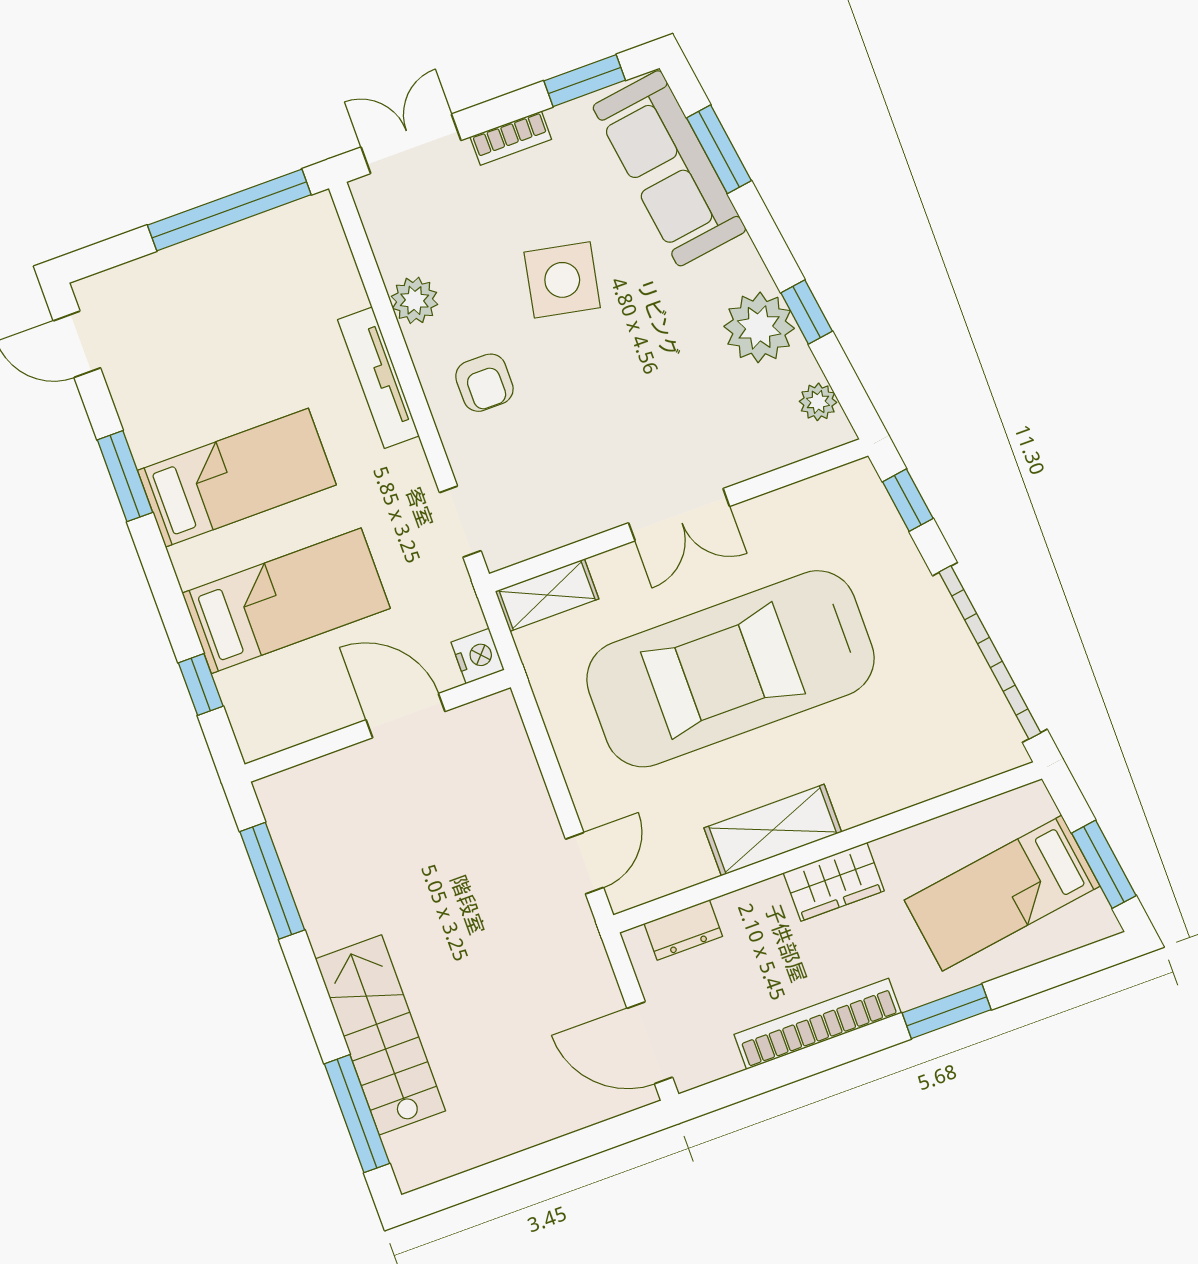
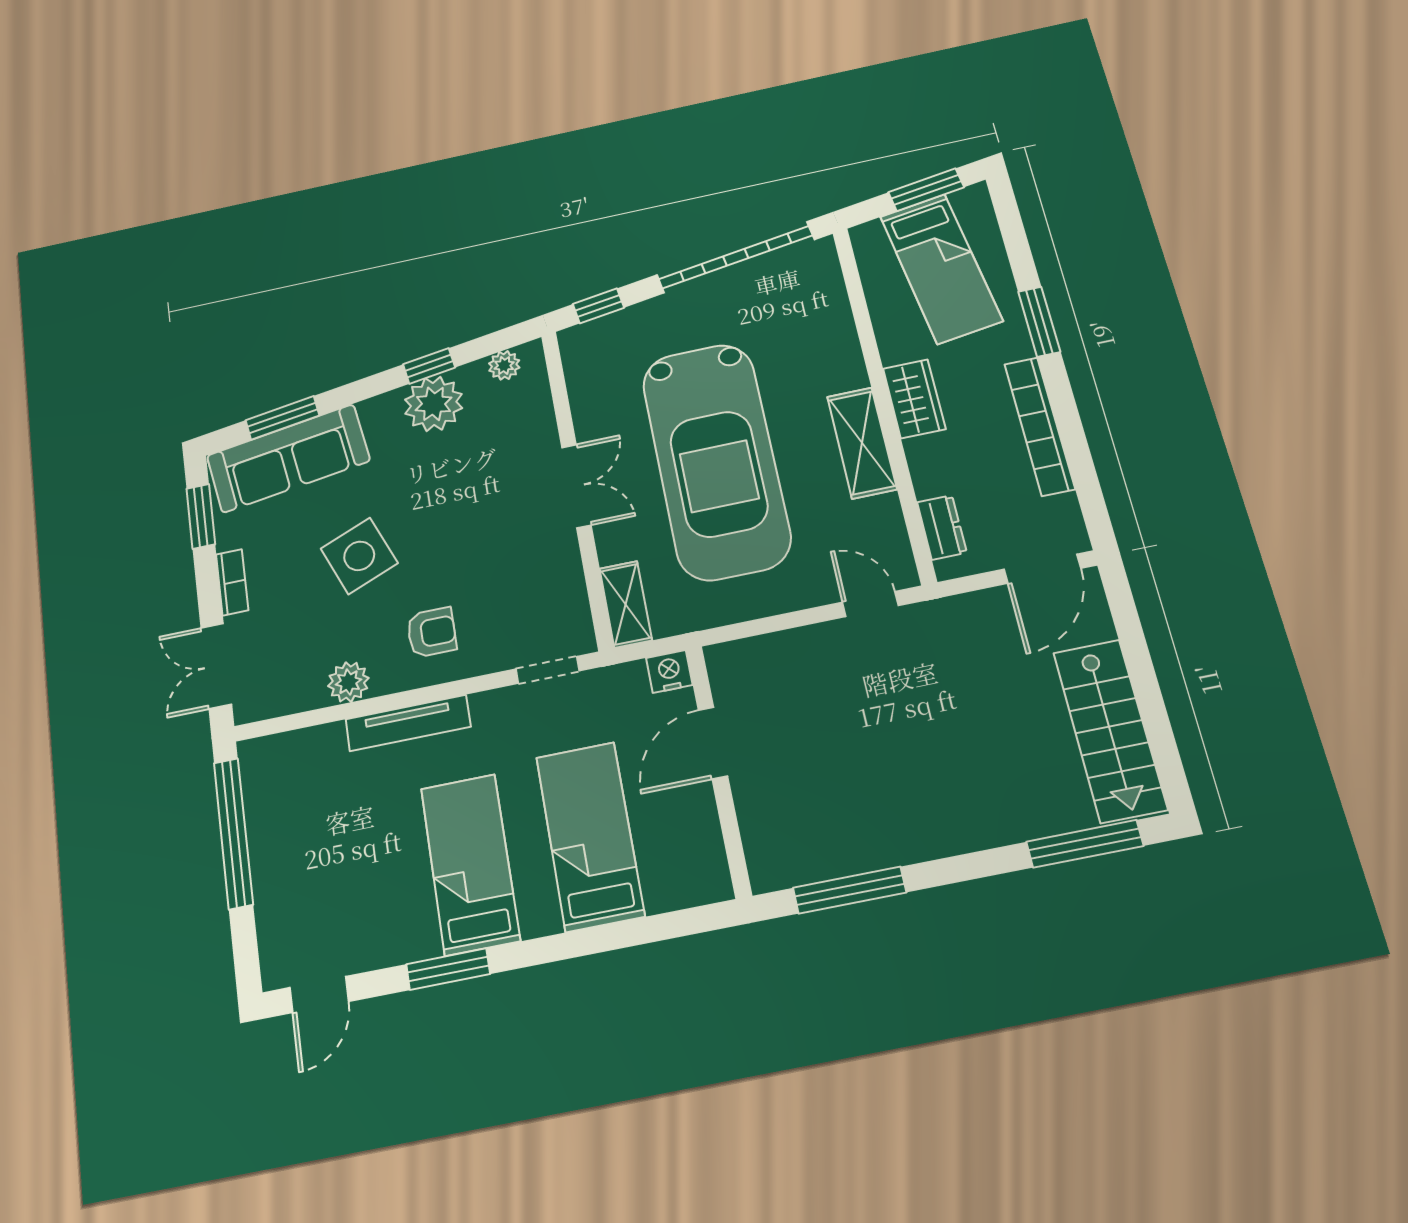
side table: (562, 280) -> (359, 556), turned -33
window: (201, 684) -> (654, 929), removed
stairs: (380, 1035) -> (1110, 730), moved, turned -90

